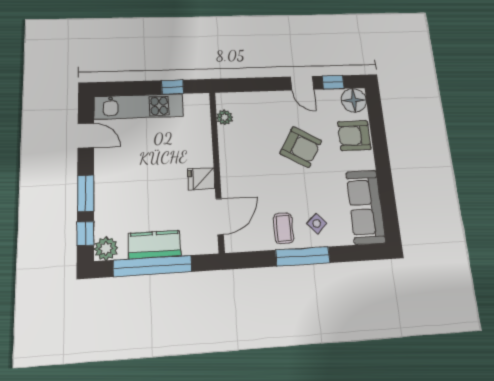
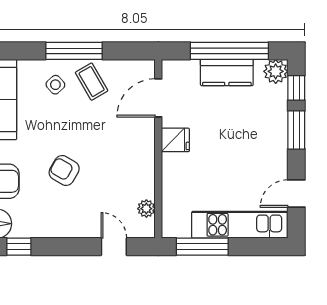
door: (302, 83) -> (114, 247), moved
window: (172, 87) -> (202, 247), width x2.17
door: (86, 136) -> (296, 193), hinge flipped
armchair: (301, 147) -> (64, 170), width x0.72, depth x0.72
coffee table: (284, 228) -> (92, 82), turned -30

